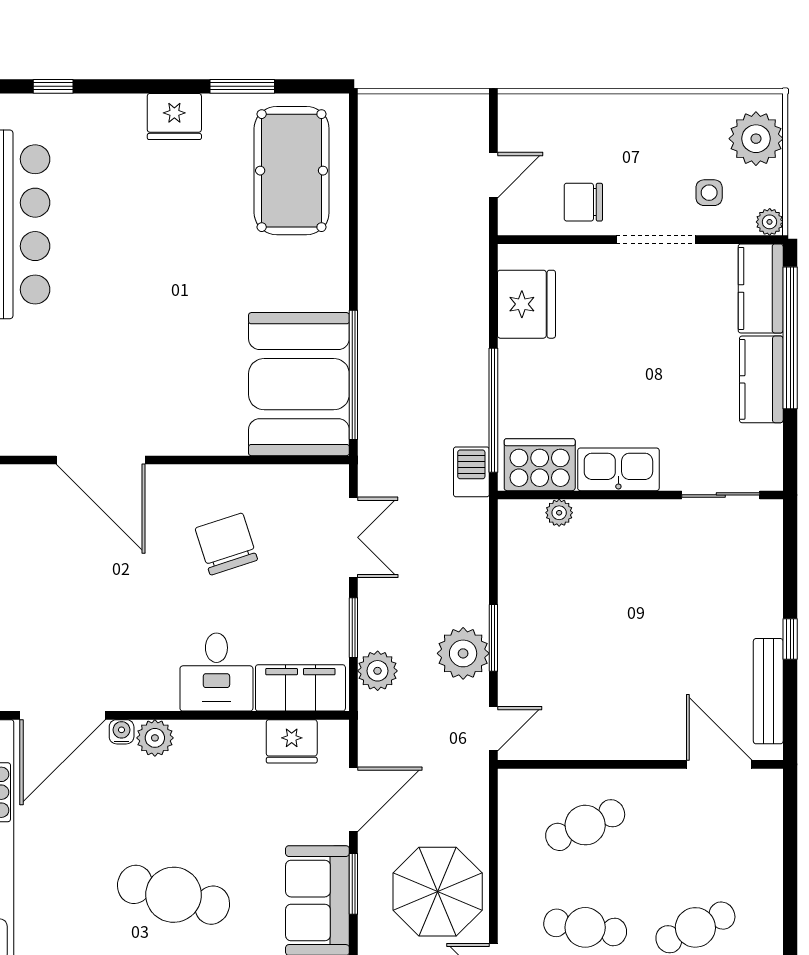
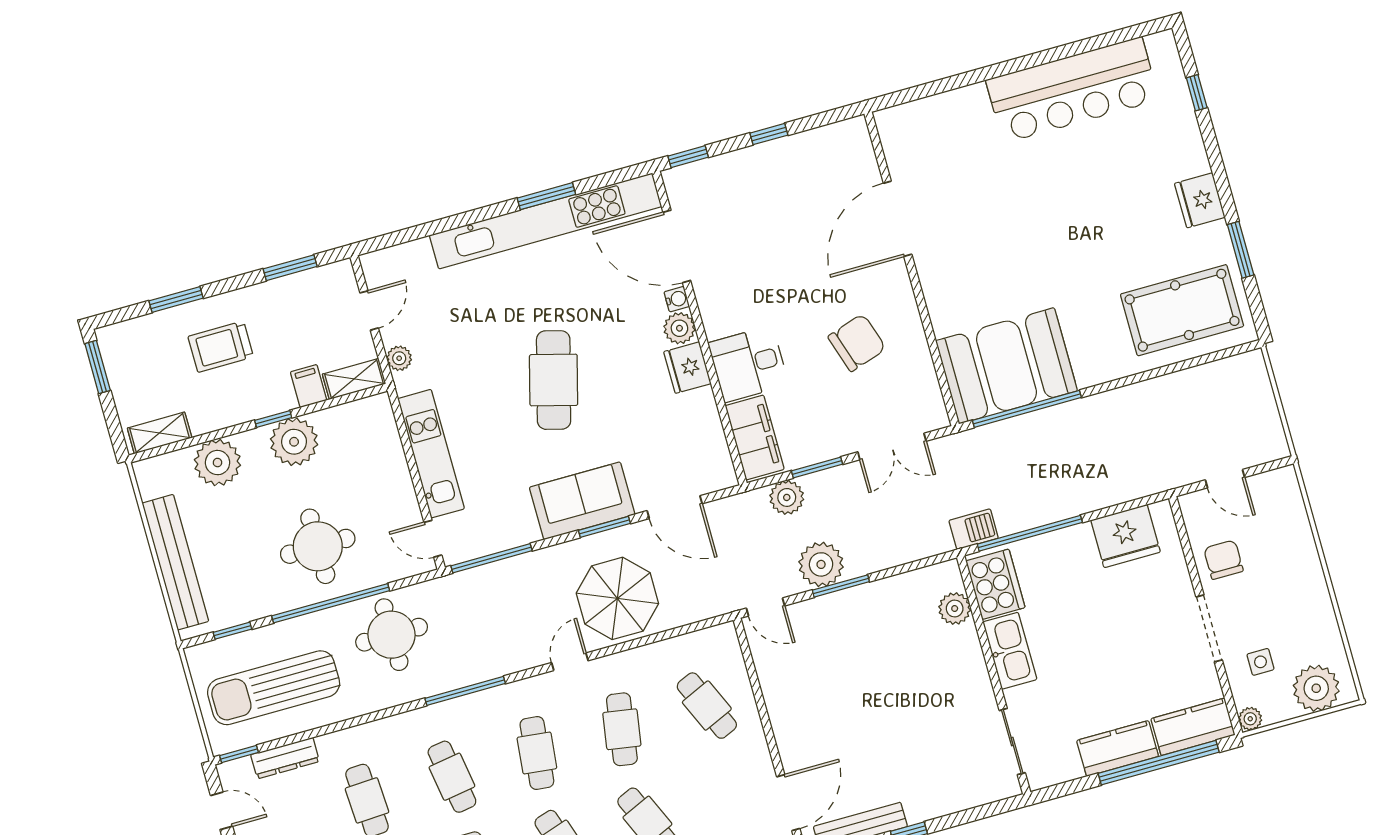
plant: (559, 513) -> (955, 609), width x1.38, depth x1.38
fridge: (292, 741) -> (687, 368), moved

